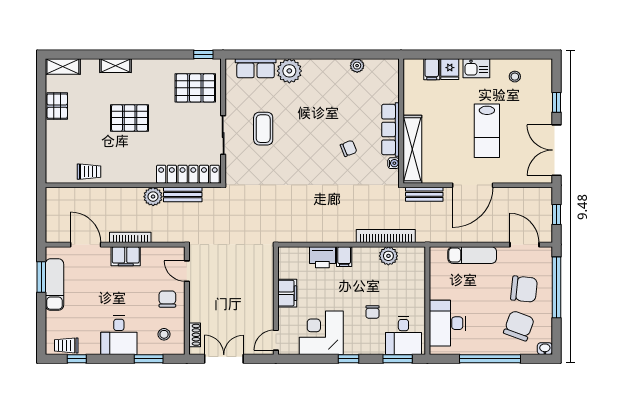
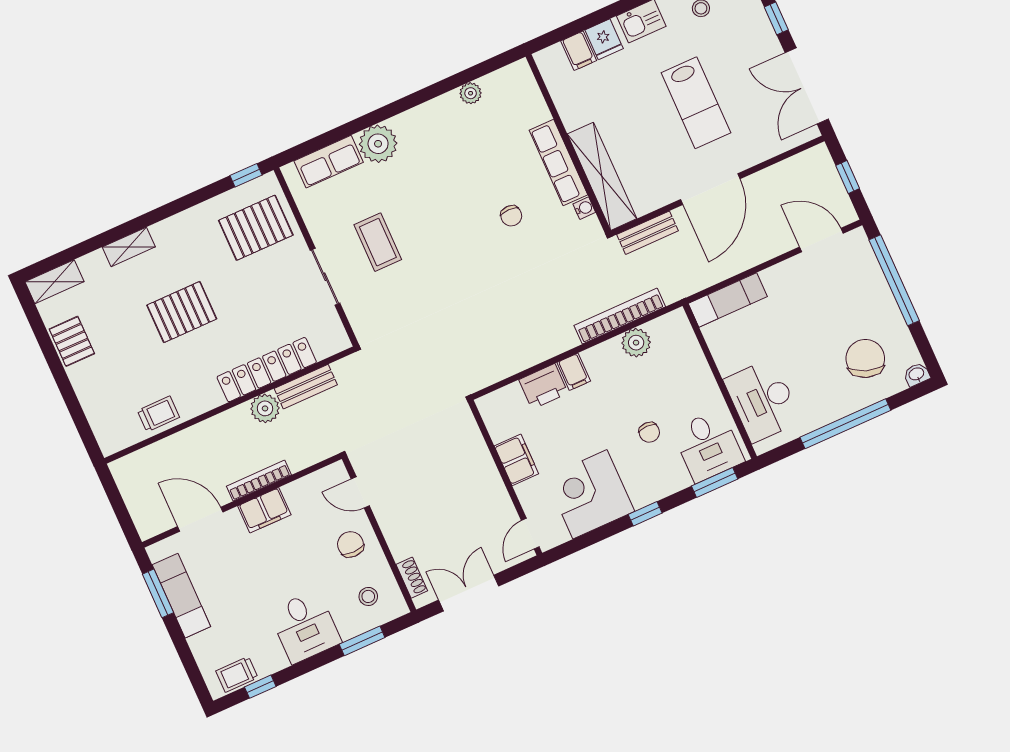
chair: (349, 148) -> (511, 216), turned 112
locker: (188, 174) -> (267, 370), moved
exam couch: (472, 255) -> (728, 300), moved
chair: (524, 289) -> (849, 303), removed

